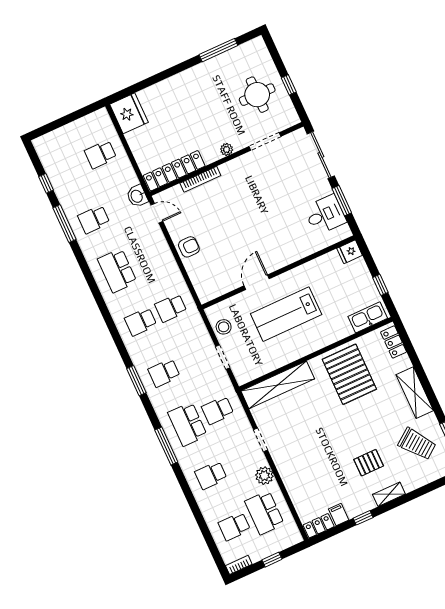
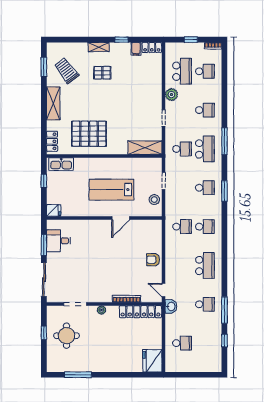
lab bench: (286, 314) -> (111, 190), turned 180
pallet: (349, 374) -> (89, 134), turned 90
shelving: (278, 385) -> (145, 148), width x0.68

